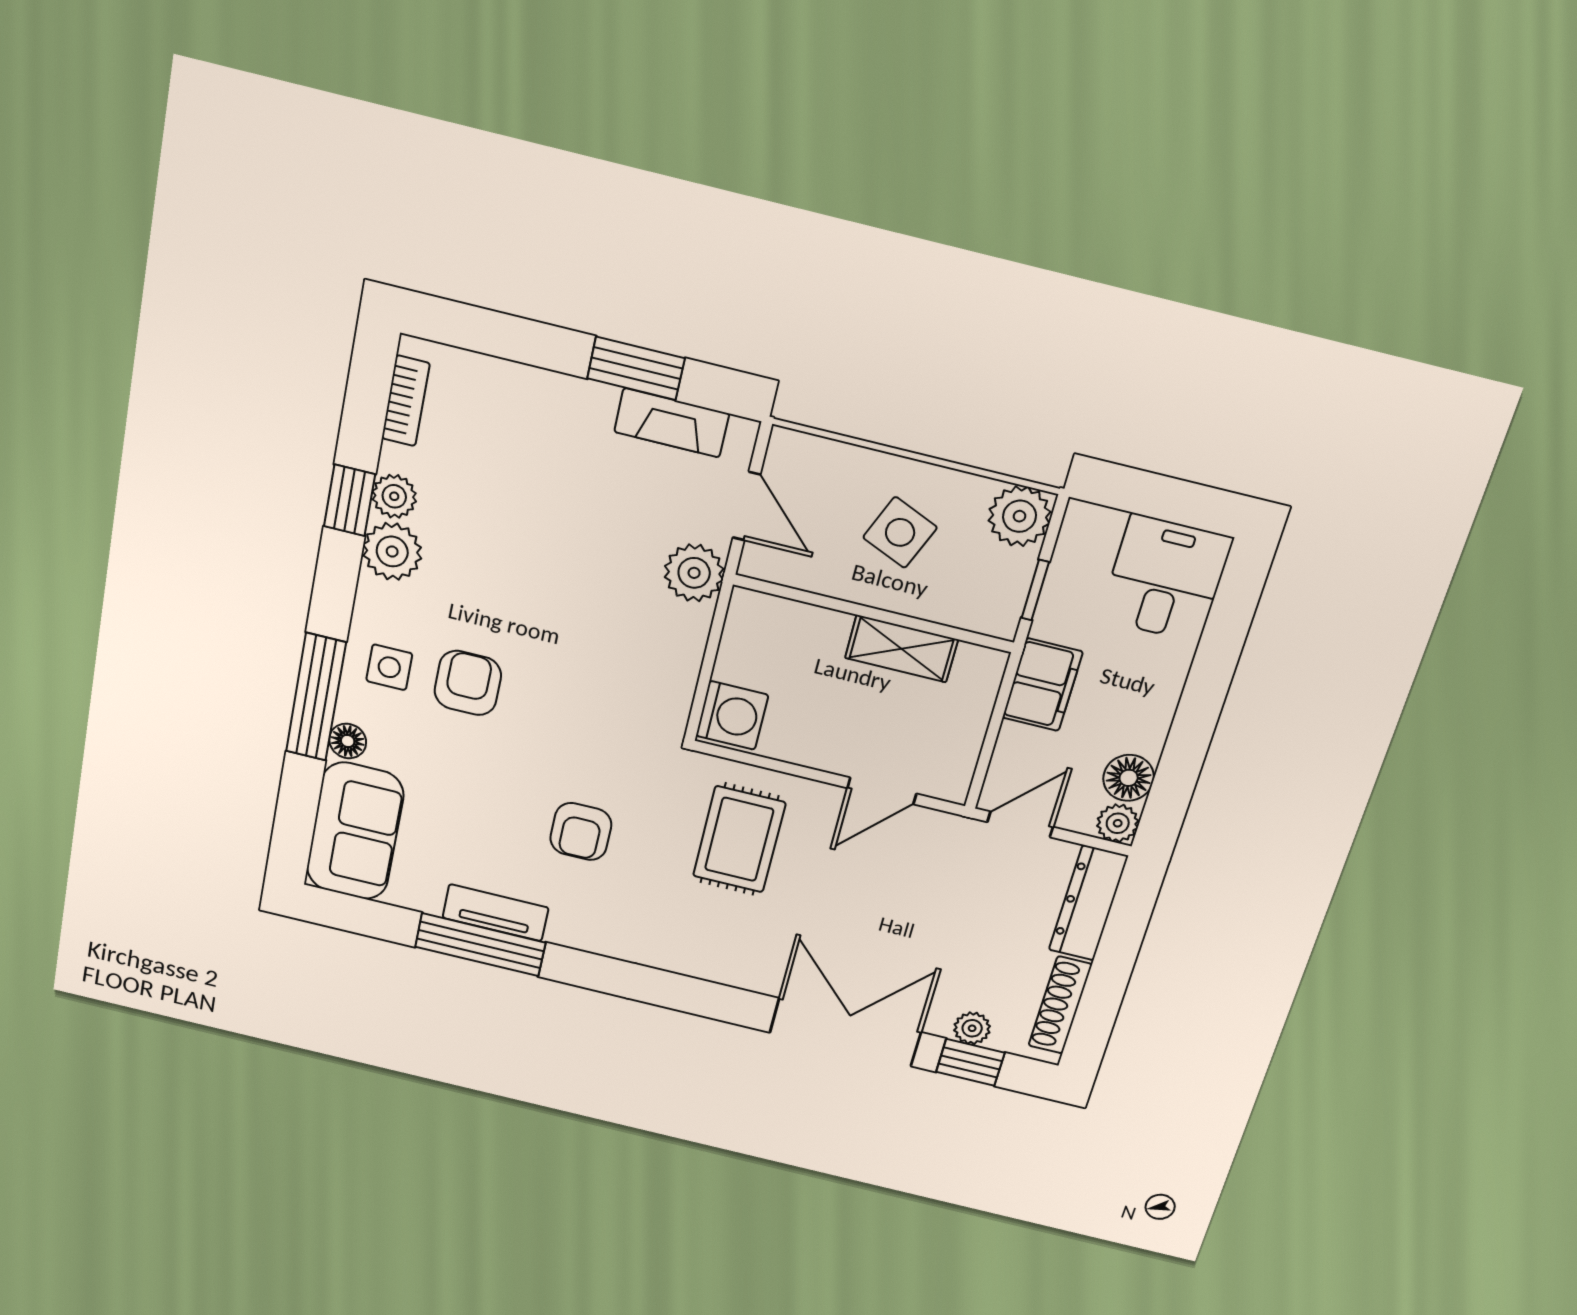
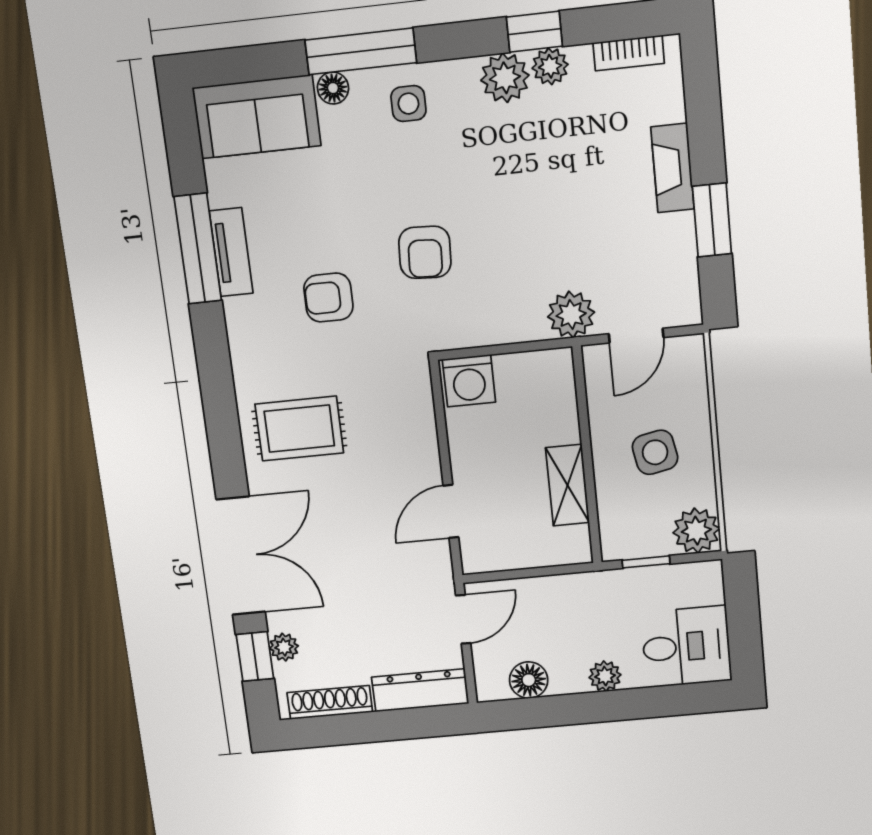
fireplace: (672, 423) -> (673, 168), moved
side table: (900, 532) -> (655, 452), turned -34
armchair: (468, 683) -> (425, 252), moved, turned 93
filing cabinet: (1042, 685) -> (577, 594), removed
door: (882, 791) -> (451, 511), hinge flipped
plant: (1118, 823) -> (605, 676), moved
door: (1020, 824) -> (463, 619), hinge flipped
rug: (739, 839) -> (299, 429), moved

